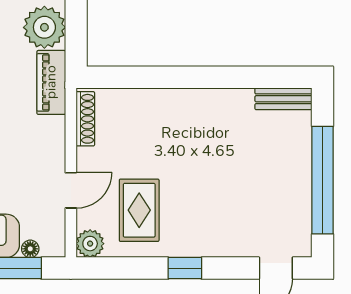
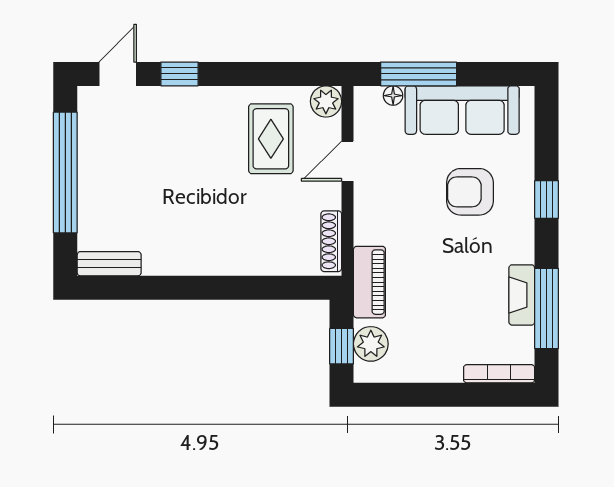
window: (76, 25) -> (342, 346), added
plant: (44, 27) -> (371, 344), width x0.73, depth x0.73
window: (185, 268) -> (179, 74), moved

